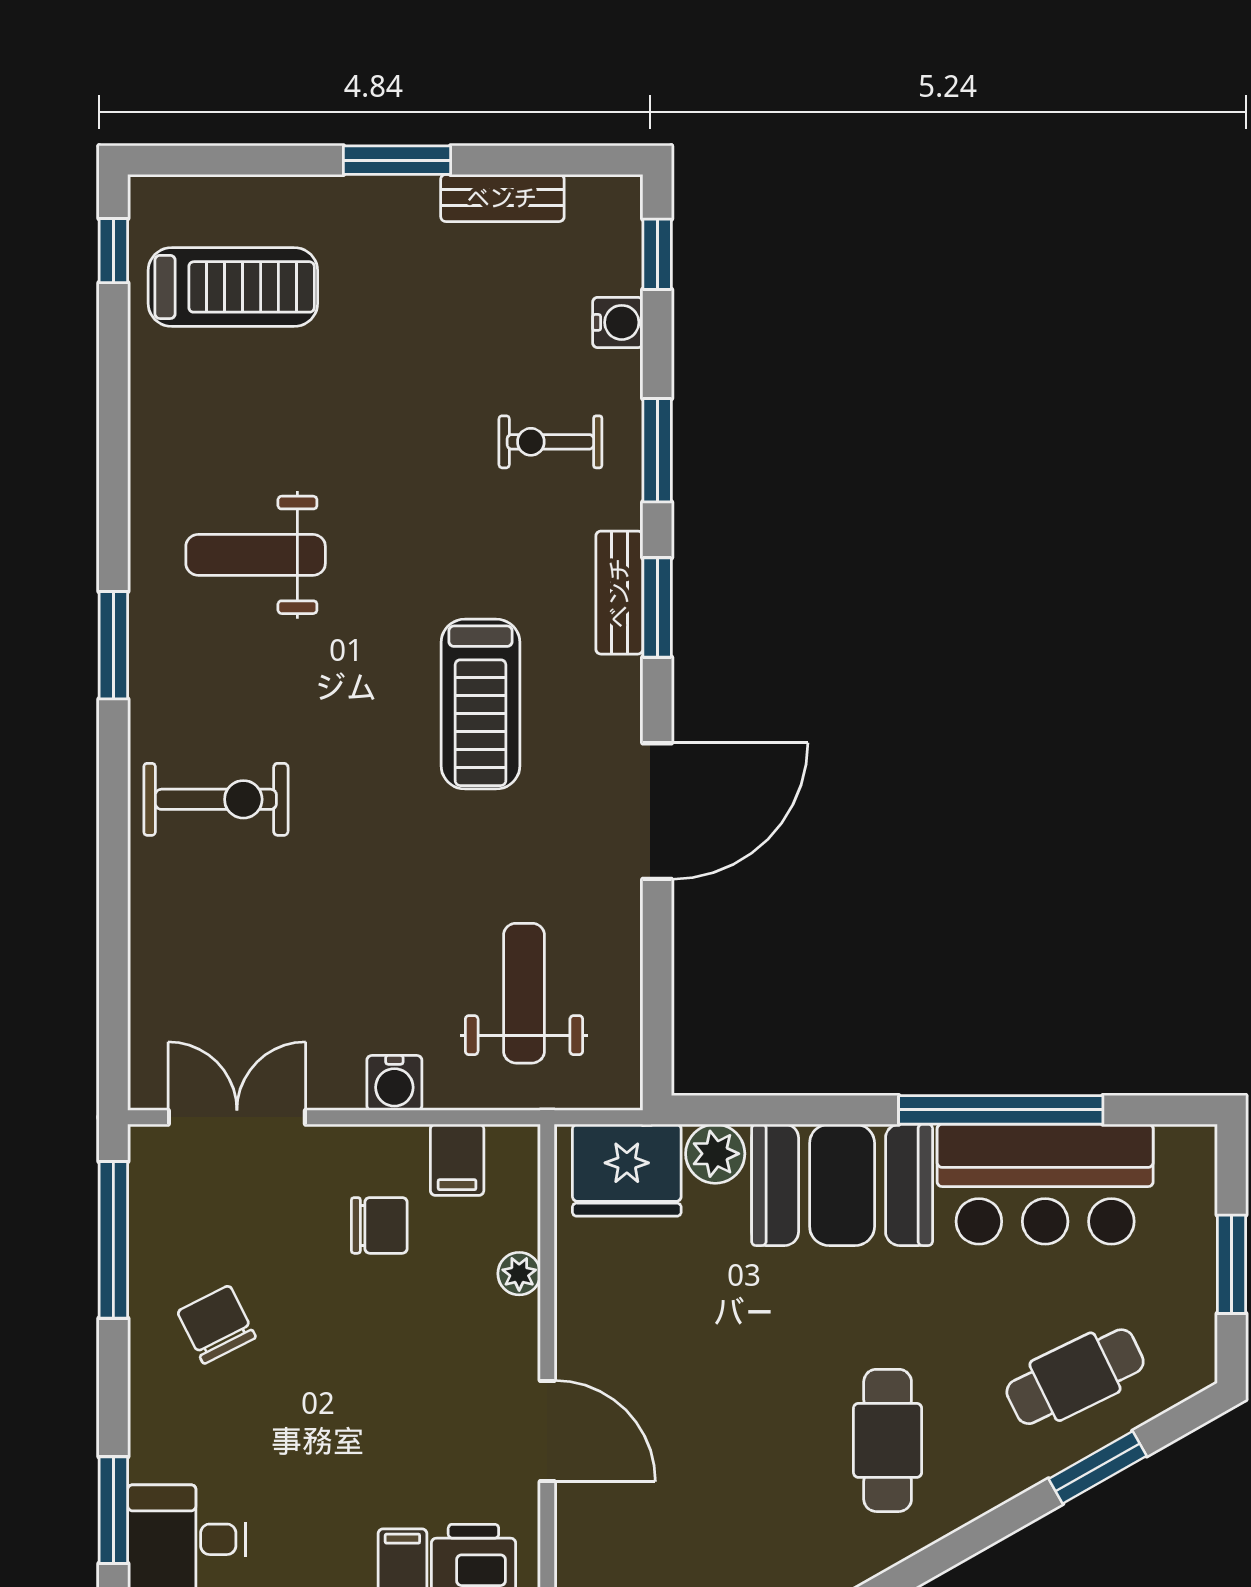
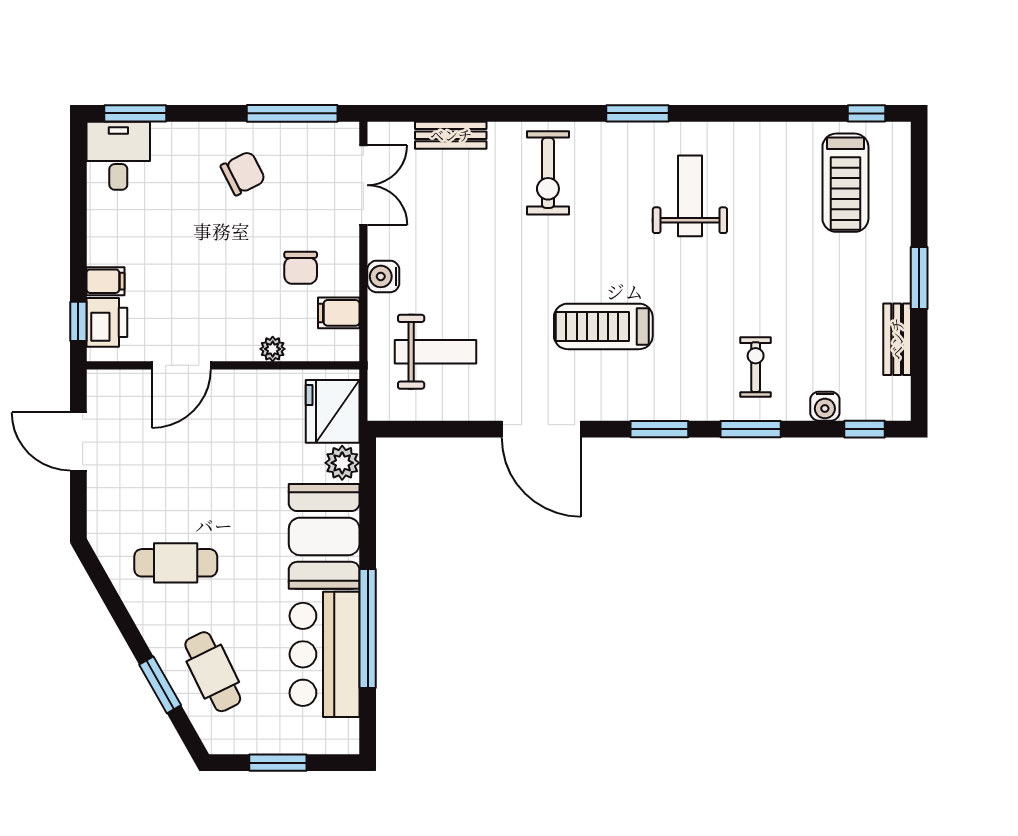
bench: (619, 593) -> (451, 135), moved

